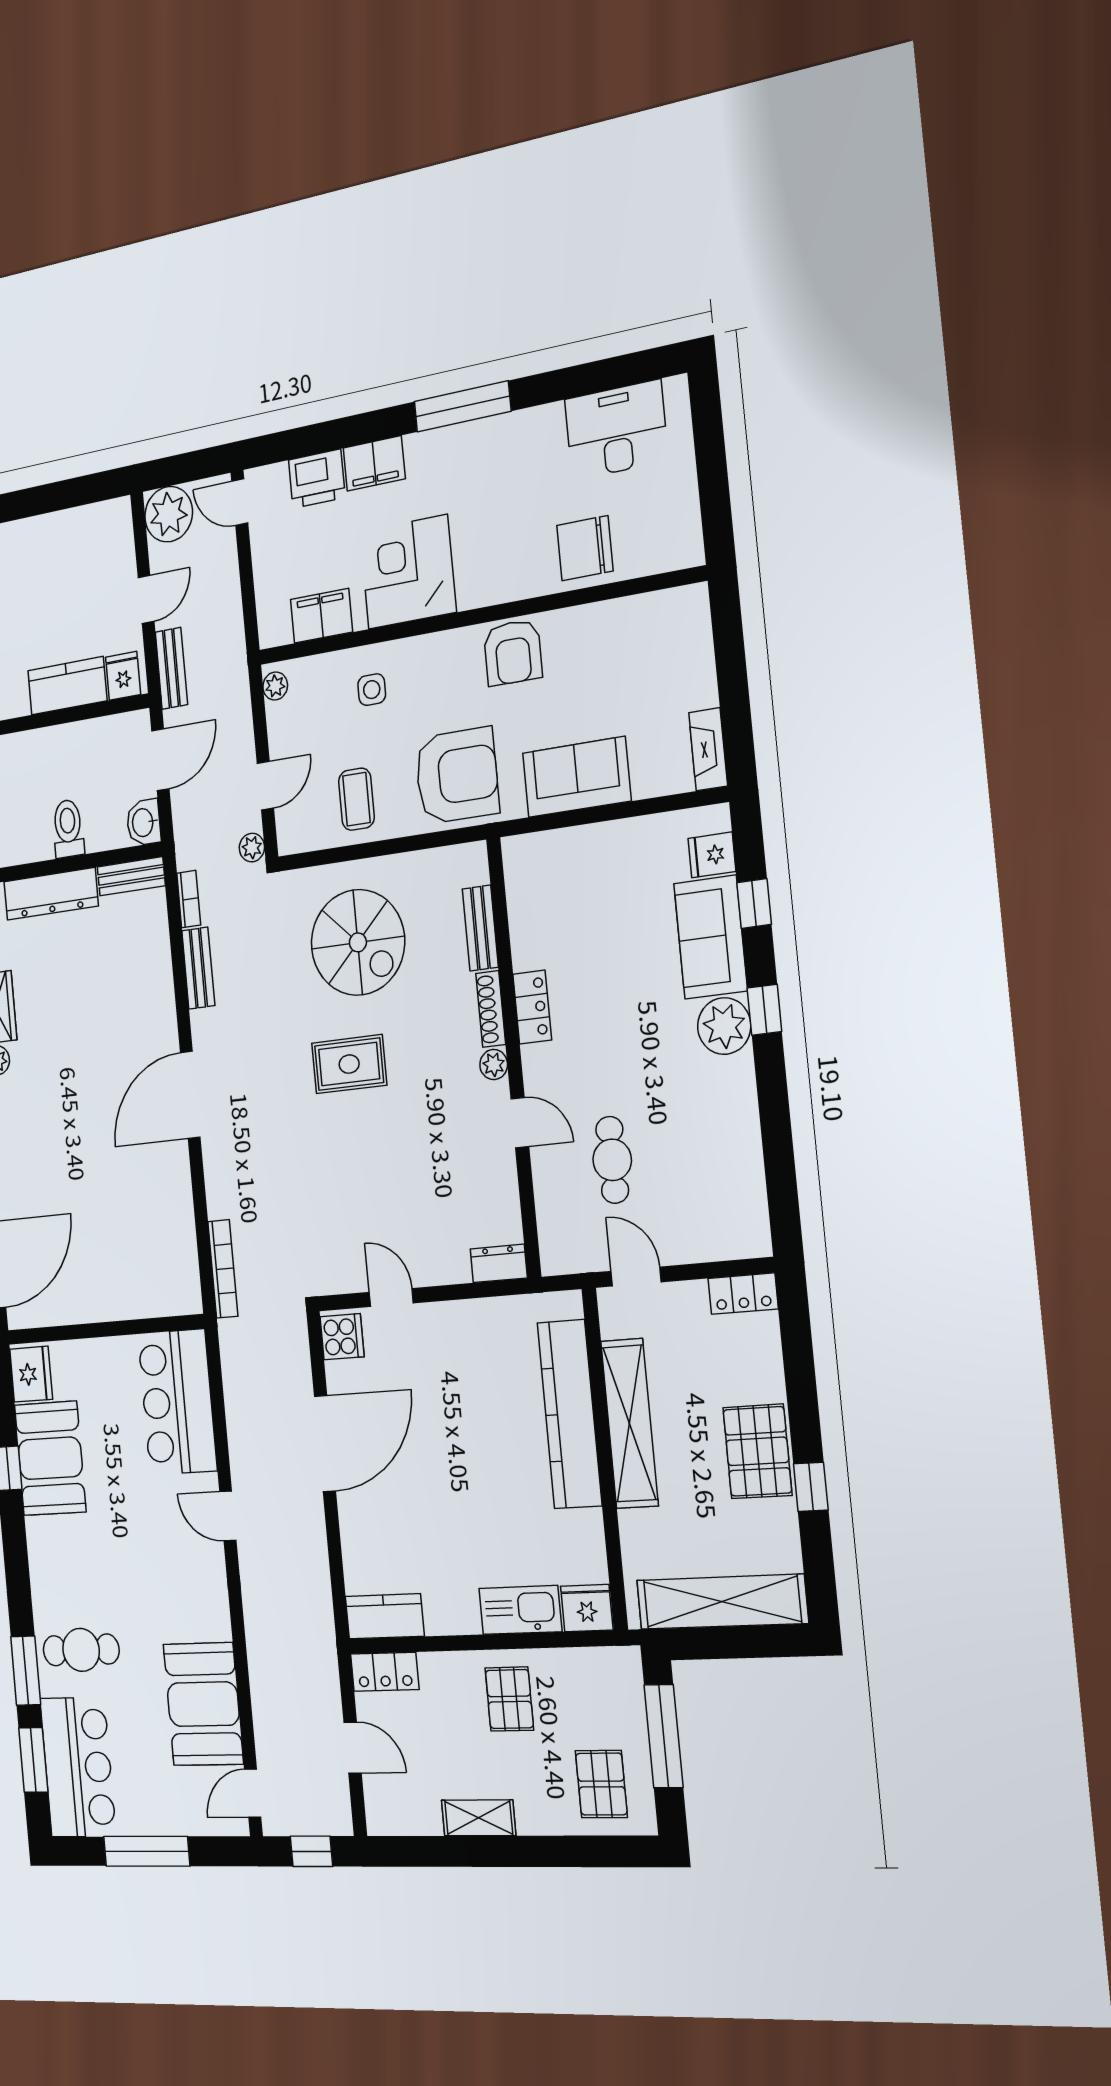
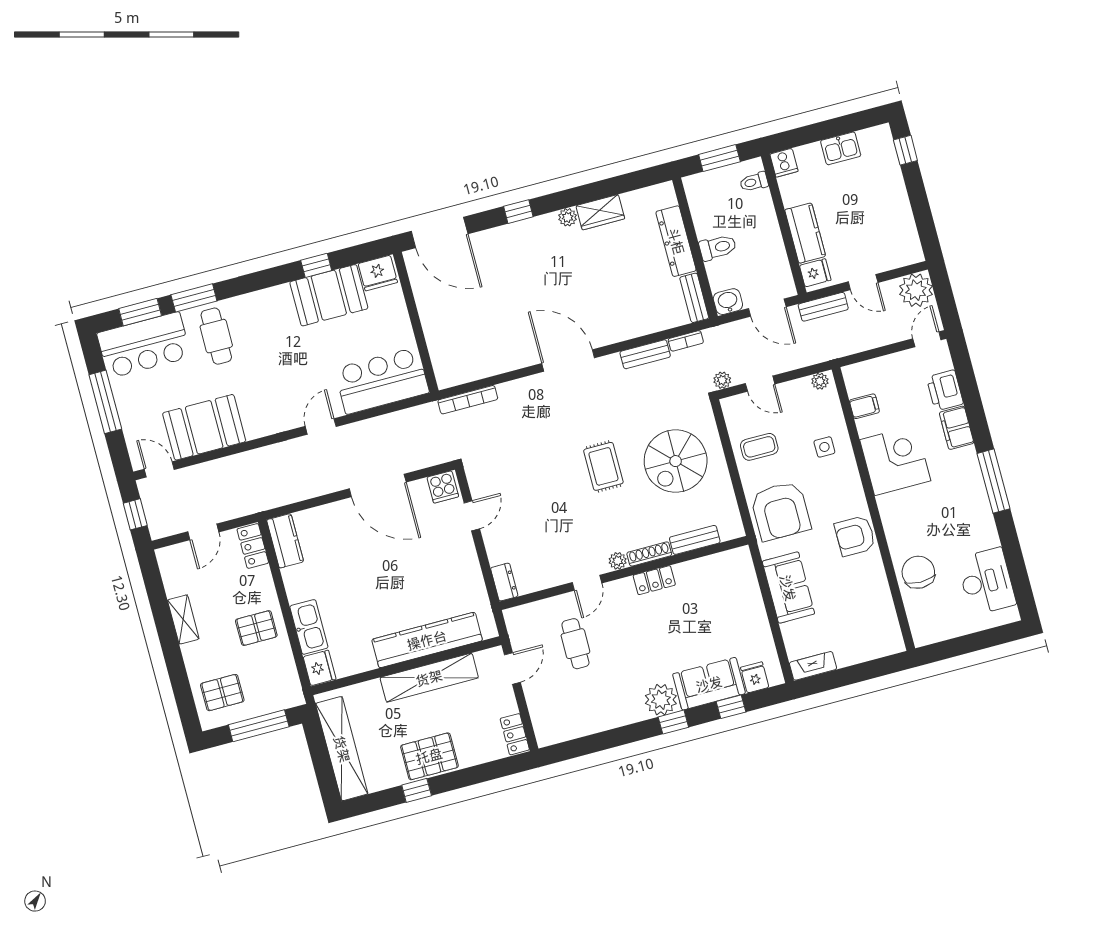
filing cabinet: (321, 616) -> (864, 406), width x0.50
cafe table: (612, 1160) -> (575, 644), turned 90

